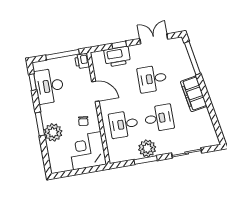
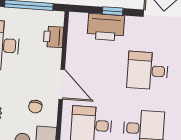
printer: (82, 61) -> (53, 37), moved
door: (95, 91) -> (62, 84), moved

